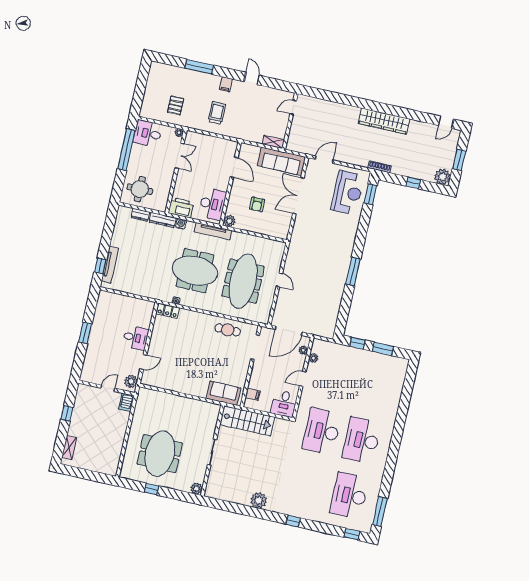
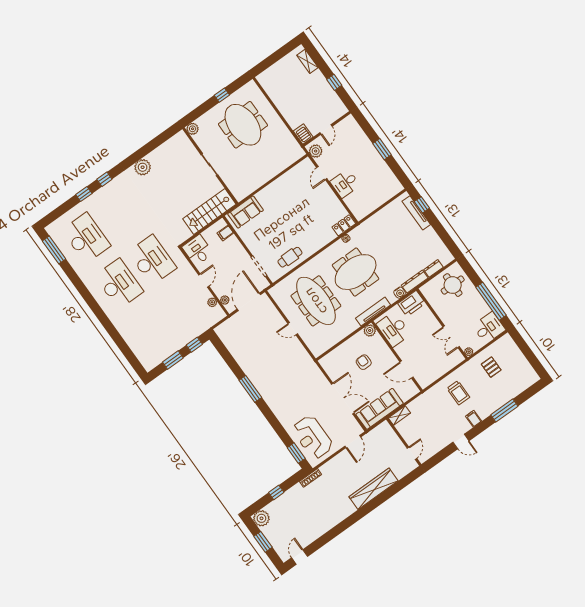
wardrobe: (384, 121) -> (373, 489), moved
window: (352, 534) -> (84, 194), moved

